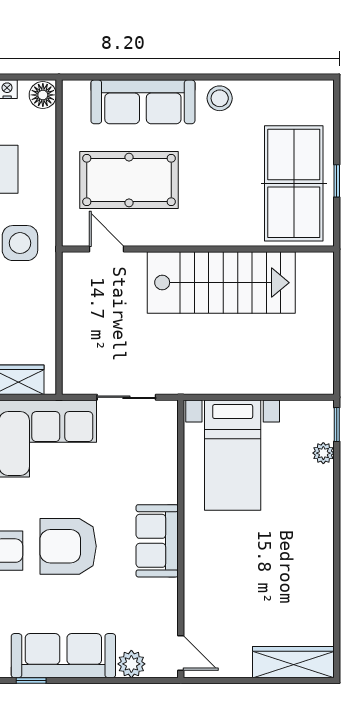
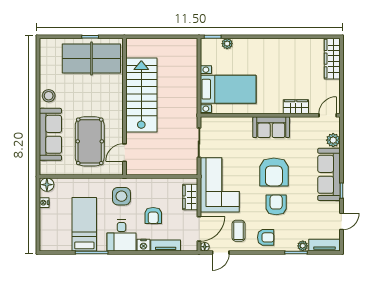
wardrobe: (198, 590) -> (296, 107), added

